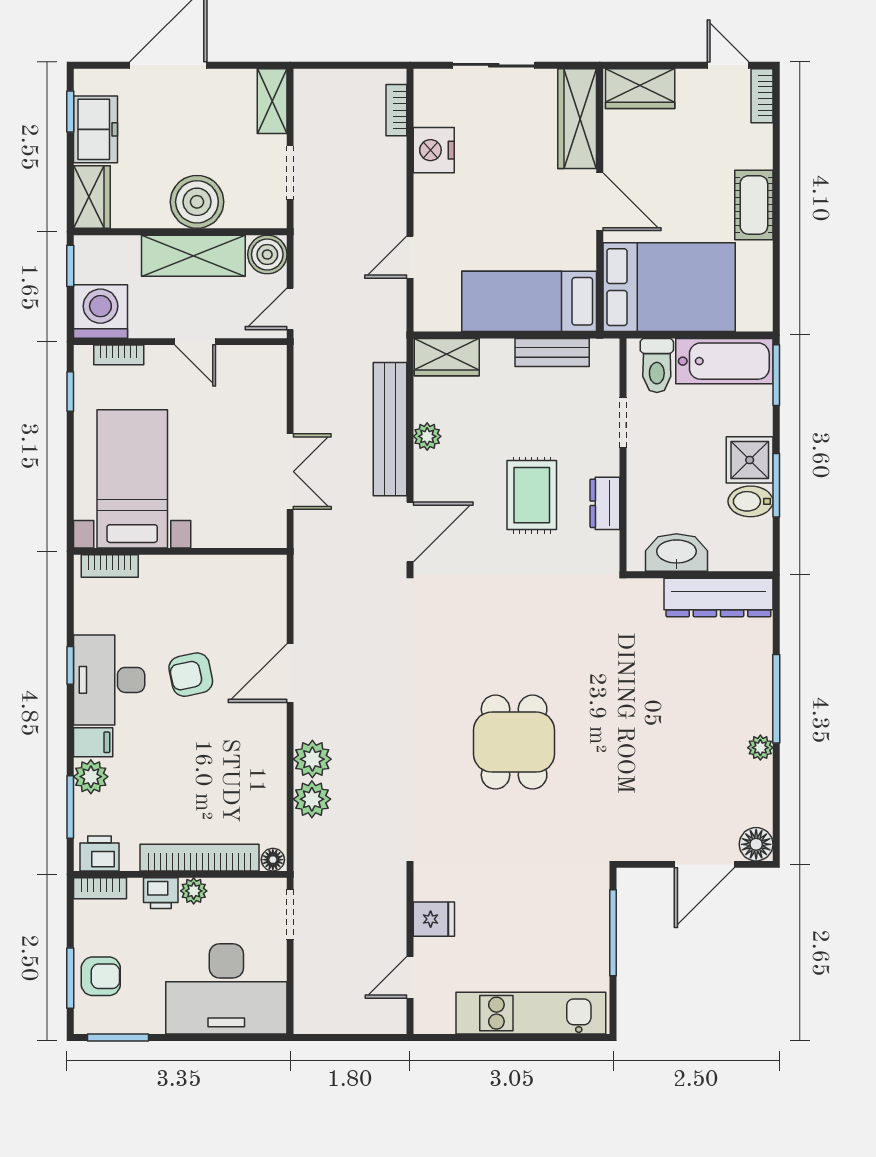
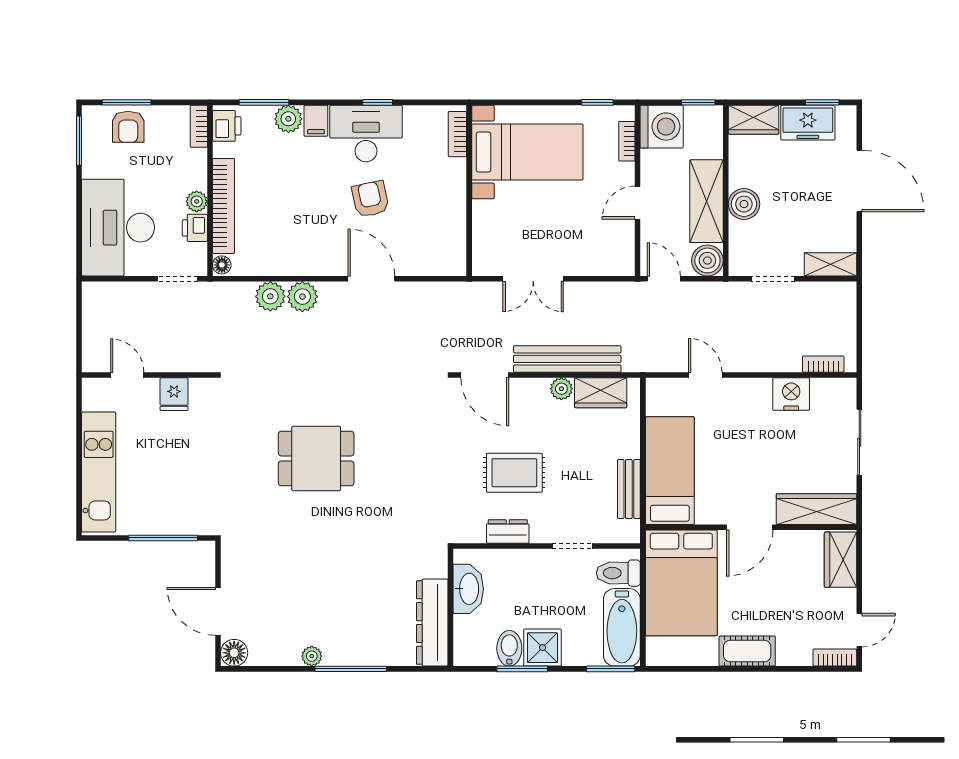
boiler: (197, 202) -> (744, 204), width x0.73, depth x0.73
wardrobe: (447, 357) -> (601, 393), moved, turned -90
printer: (161, 893) -> (195, 228), moved

